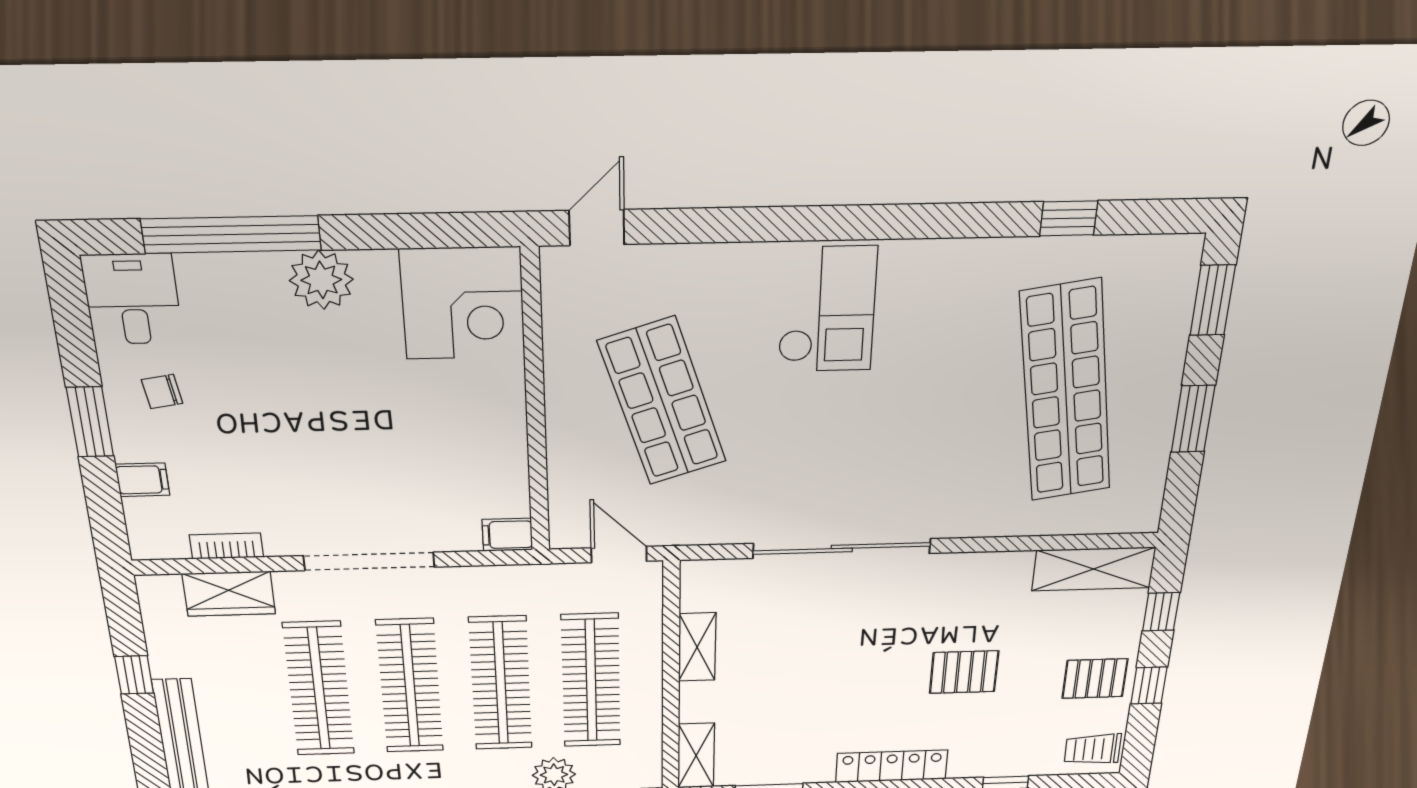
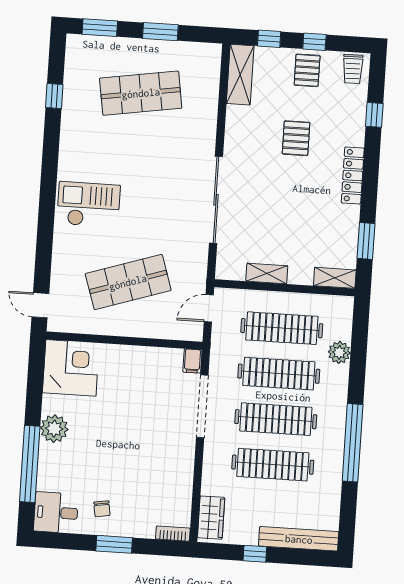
shop shelf: (1066, 392) -> (141, 93), width x0.71
filing cabinet: (142, 480) -> (146, 527), removed
bookcase: (226, 546) -> (173, 534), moved, turned 90
doorway: (369, 561) -> (202, 406), moved
wardrobe: (229, 594) -> (211, 518), moved

